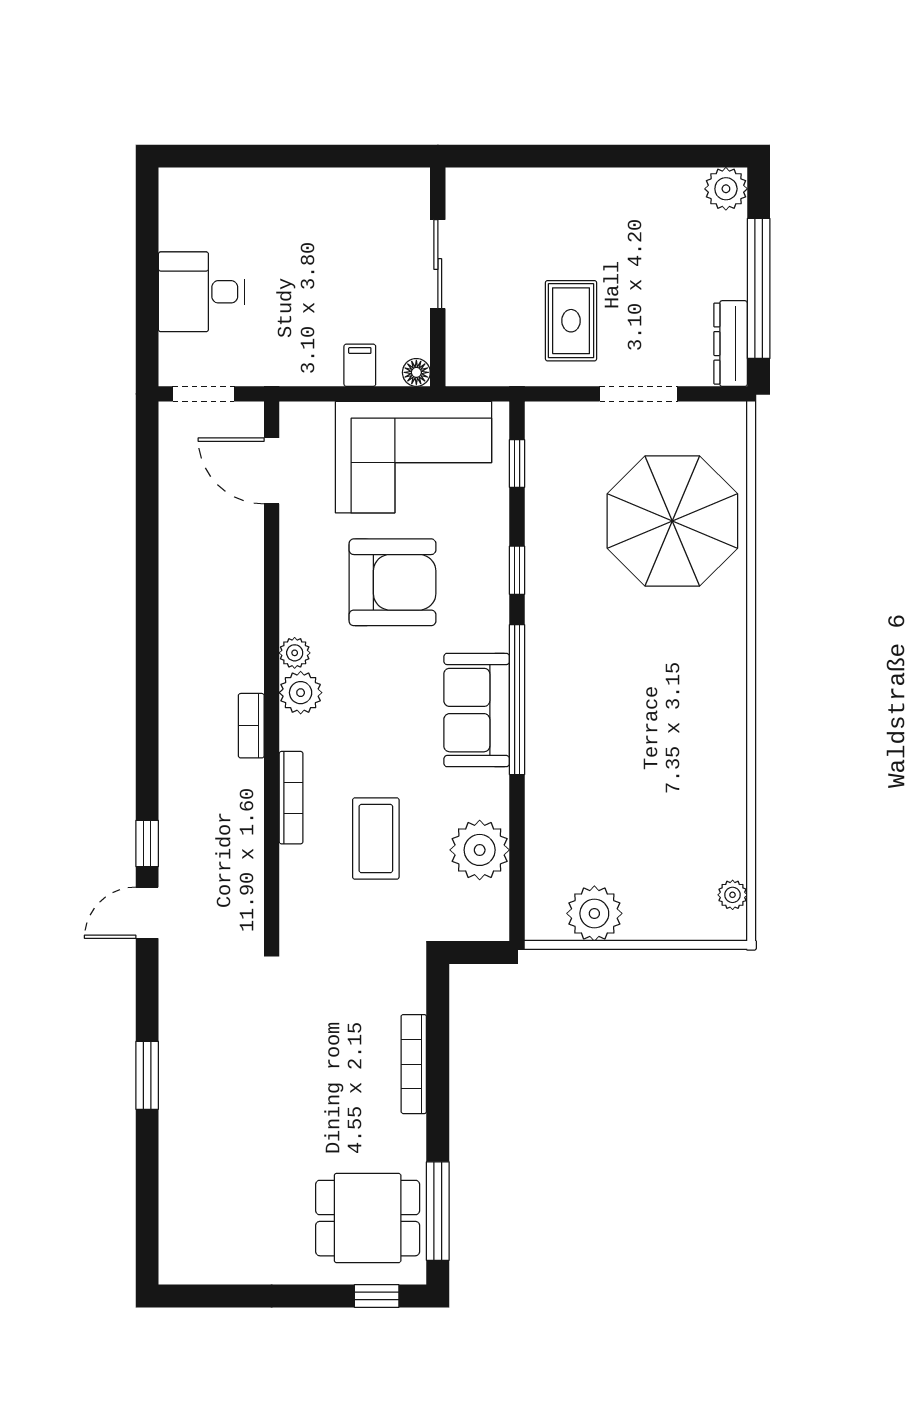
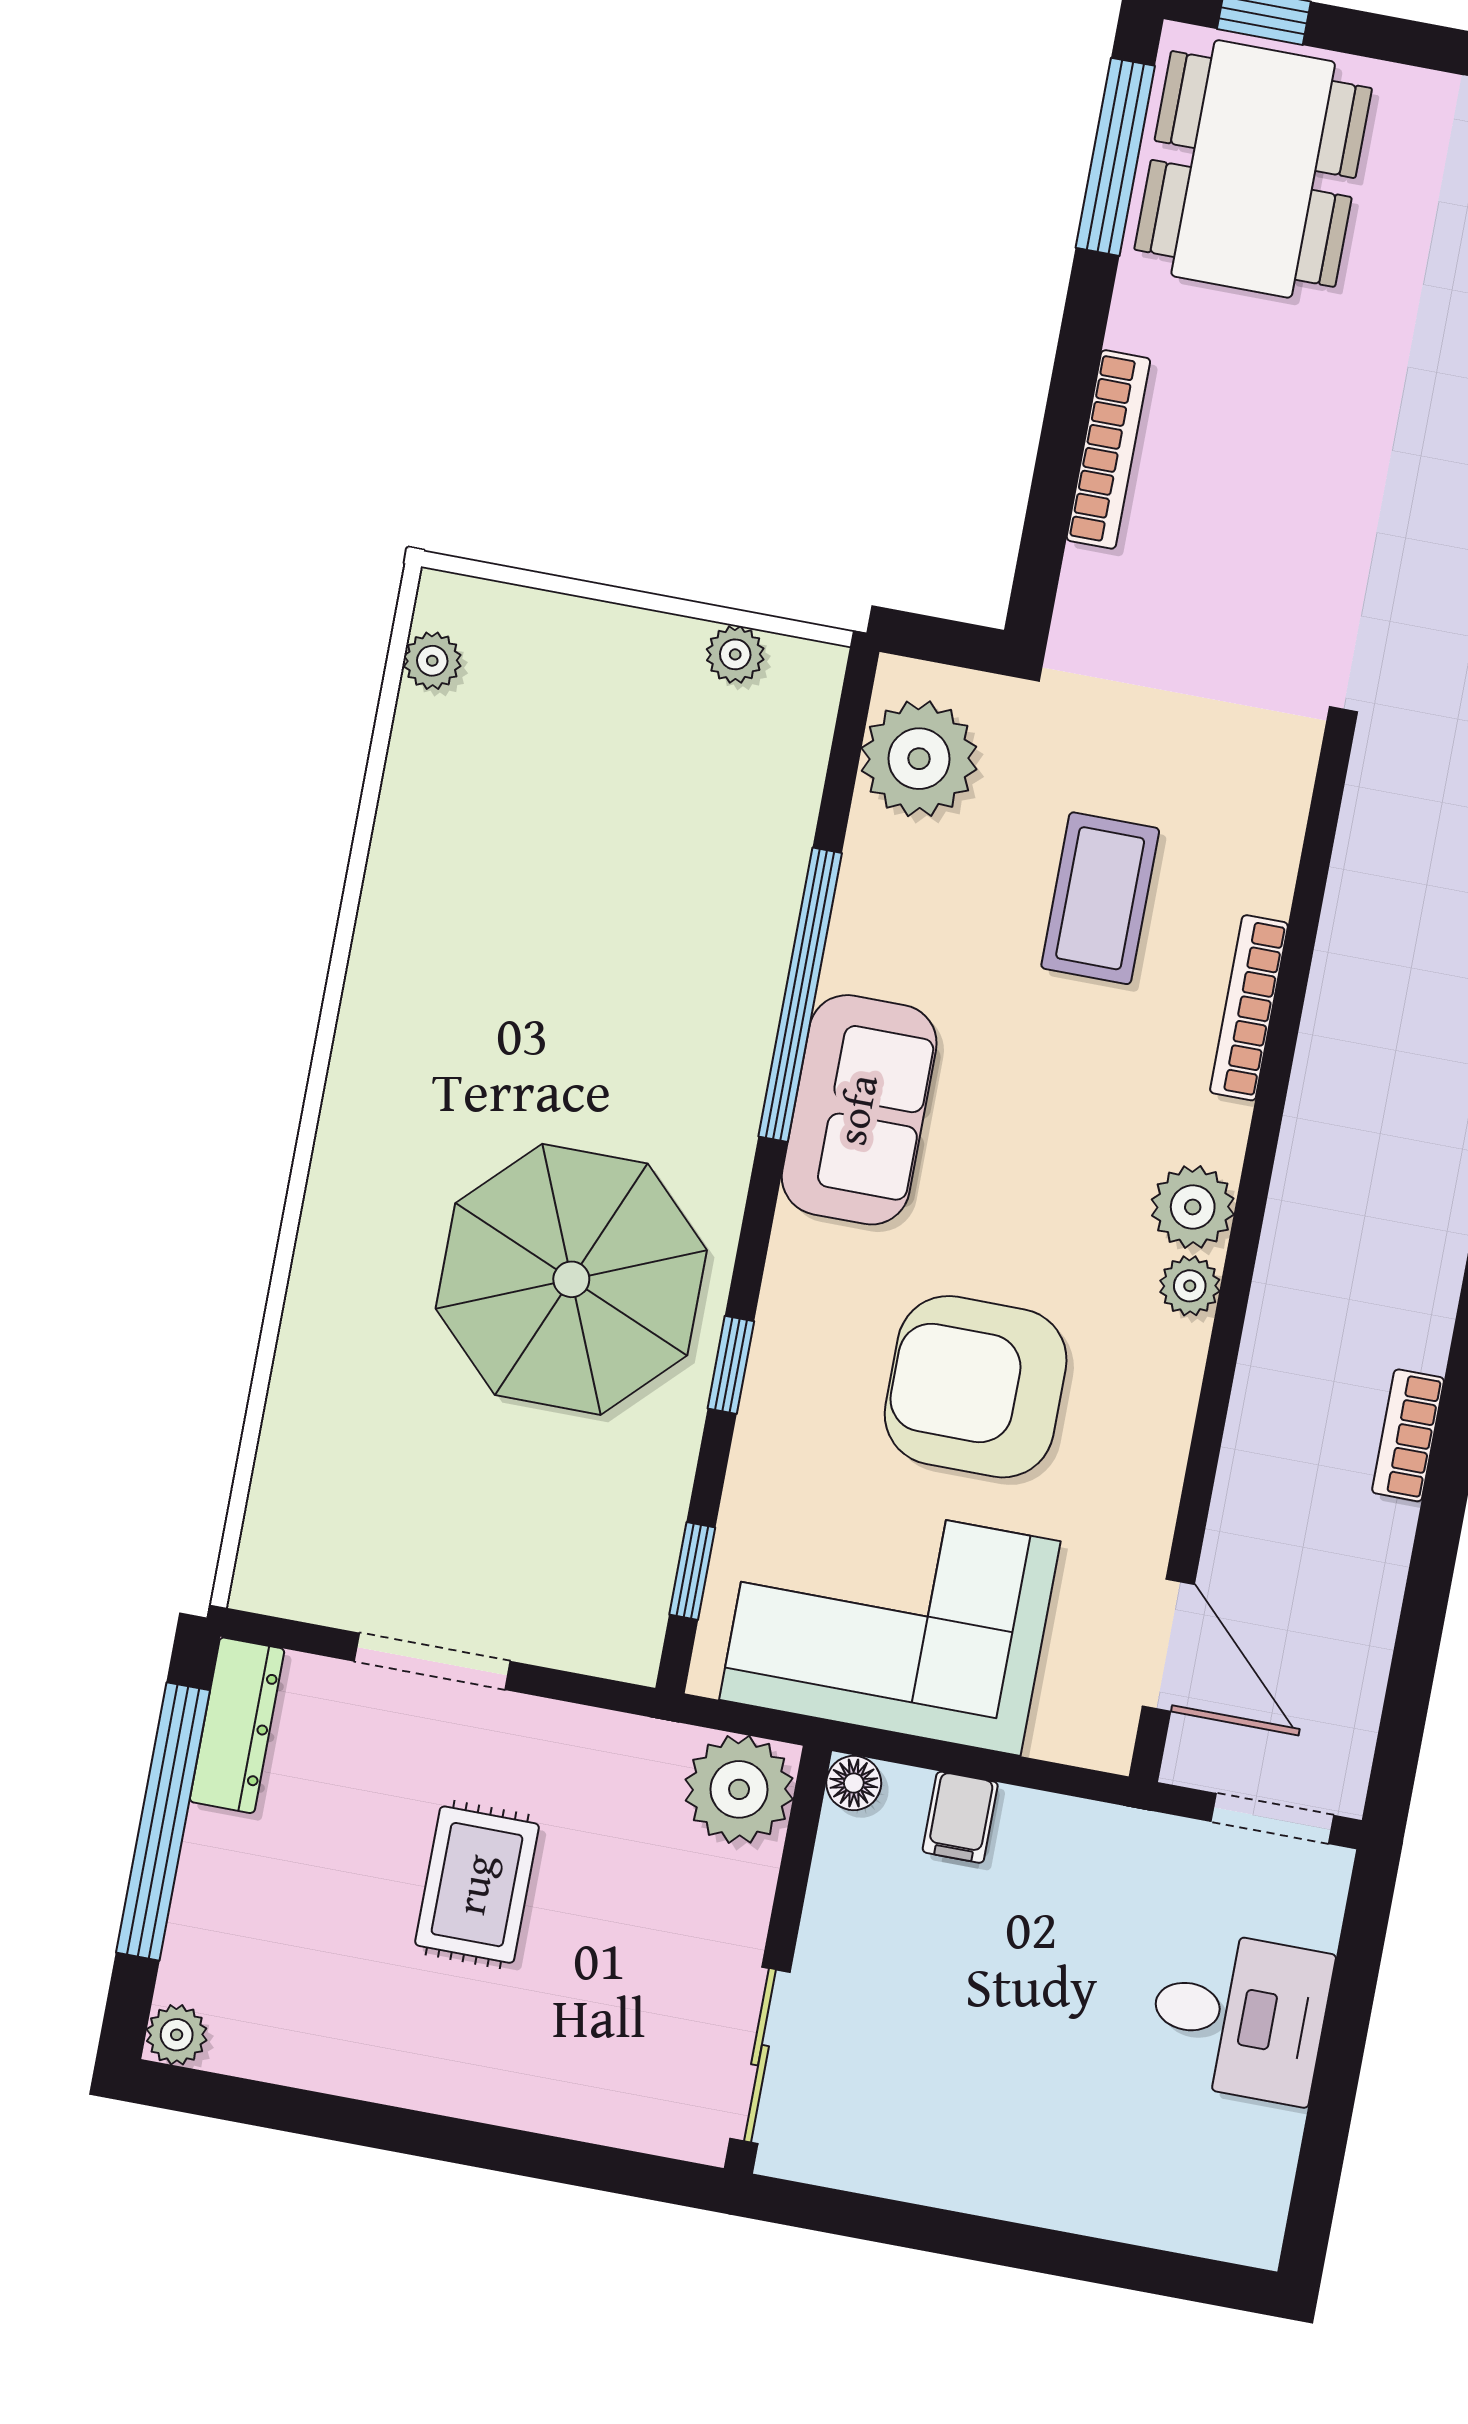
plant: (726, 189) -> (177, 2035), width x0.73, depth x0.73
sliding door: (438, 264) -> (760, 2055), moved
rug: (571, 321) -> (477, 1885), moved
plant: (473, 359) -> (739, 1789), added
parasol: (672, 521) -> (571, 1279), moved
window: (517, 700) -> (800, 995), moved
bookcase: (251, 726) -> (1408, 1435), moved, turned 180
plant: (480, 850) -> (919, 759), moved
plant: (594, 913) -> (735, 654), width x0.53, depth x0.53
dining table: (368, 1218) -> (1253, 169), width x1.38

